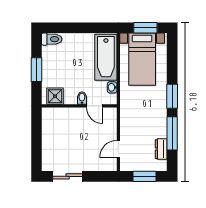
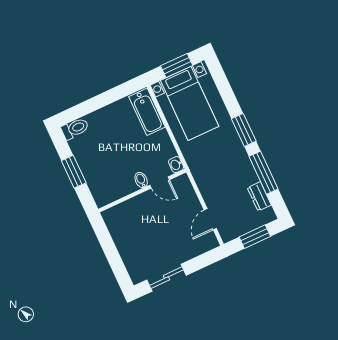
bathtub: (106, 57) -> (147, 112), width x0.73, depth x0.73
washbasin: (112, 87) -> (176, 165), moved
shower: (55, 96) -> (109, 192), removed

